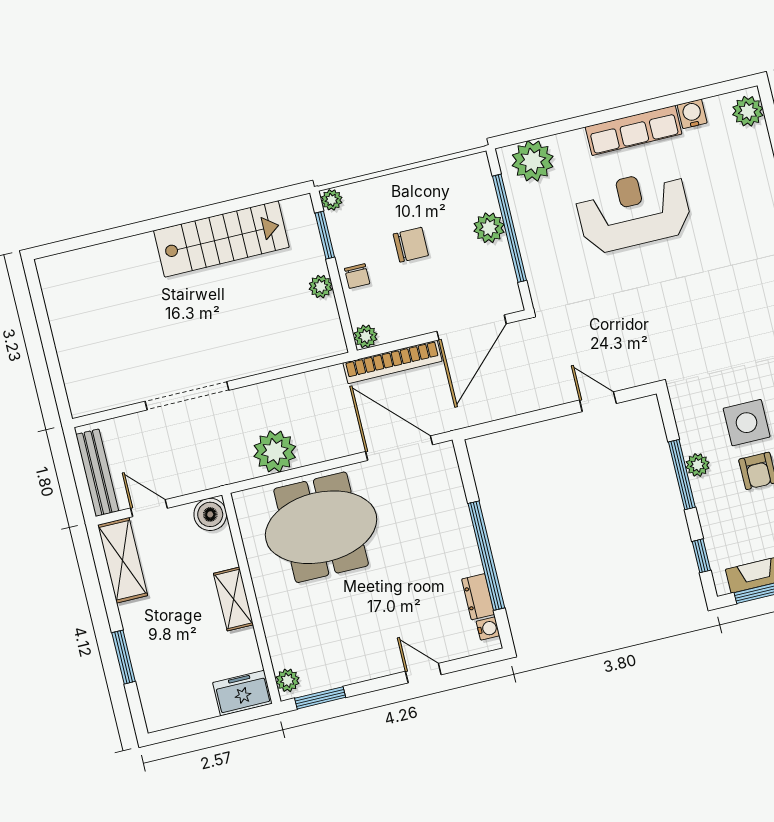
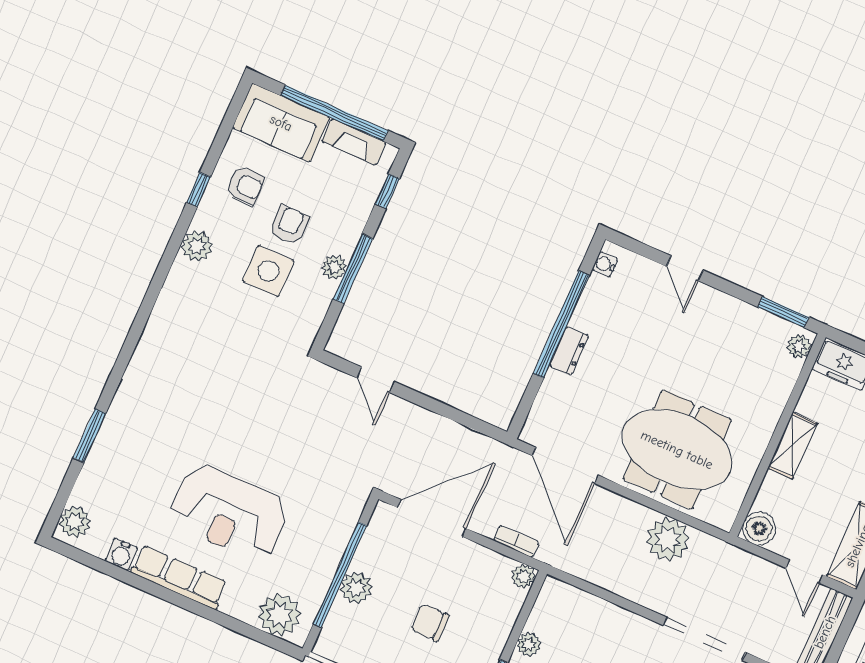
chair: (357, 276) -> (493, 630), removed
bookcase: (393, 362) -> (516, 541), width x0.43, depth x0.76
dresser: (478, 597) -> (569, 351), moved

